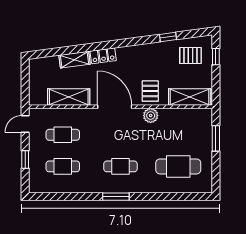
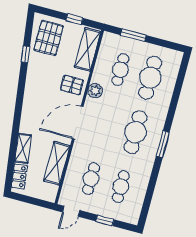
pallet: (190, 55) -> (49, 38), width x1.50, depth x1.42
locker: (103, 56) -> (19, 176), moved
window: (216, 57) -> (74, 19), moved
door: (25, 124) -> (71, 211), hinge flipped
cafe table: (178, 135) -> (120, 70), added
cafe table: (121, 166) -> (136, 132), width x1.37, depth x1.35

